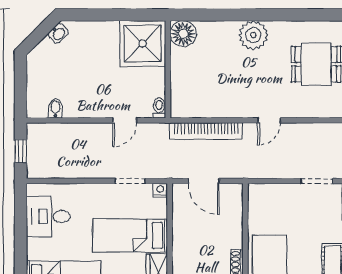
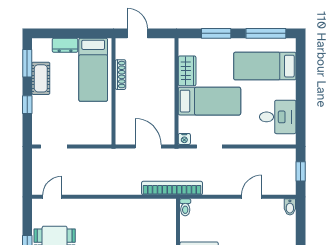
bidet: (55, 108) -> (290, 207), moved
door: (125, 120) -> (252, 197), moved
door: (269, 120) -> (52, 197), moved
bookcase: (206, 131) -> (172, 188), moved

